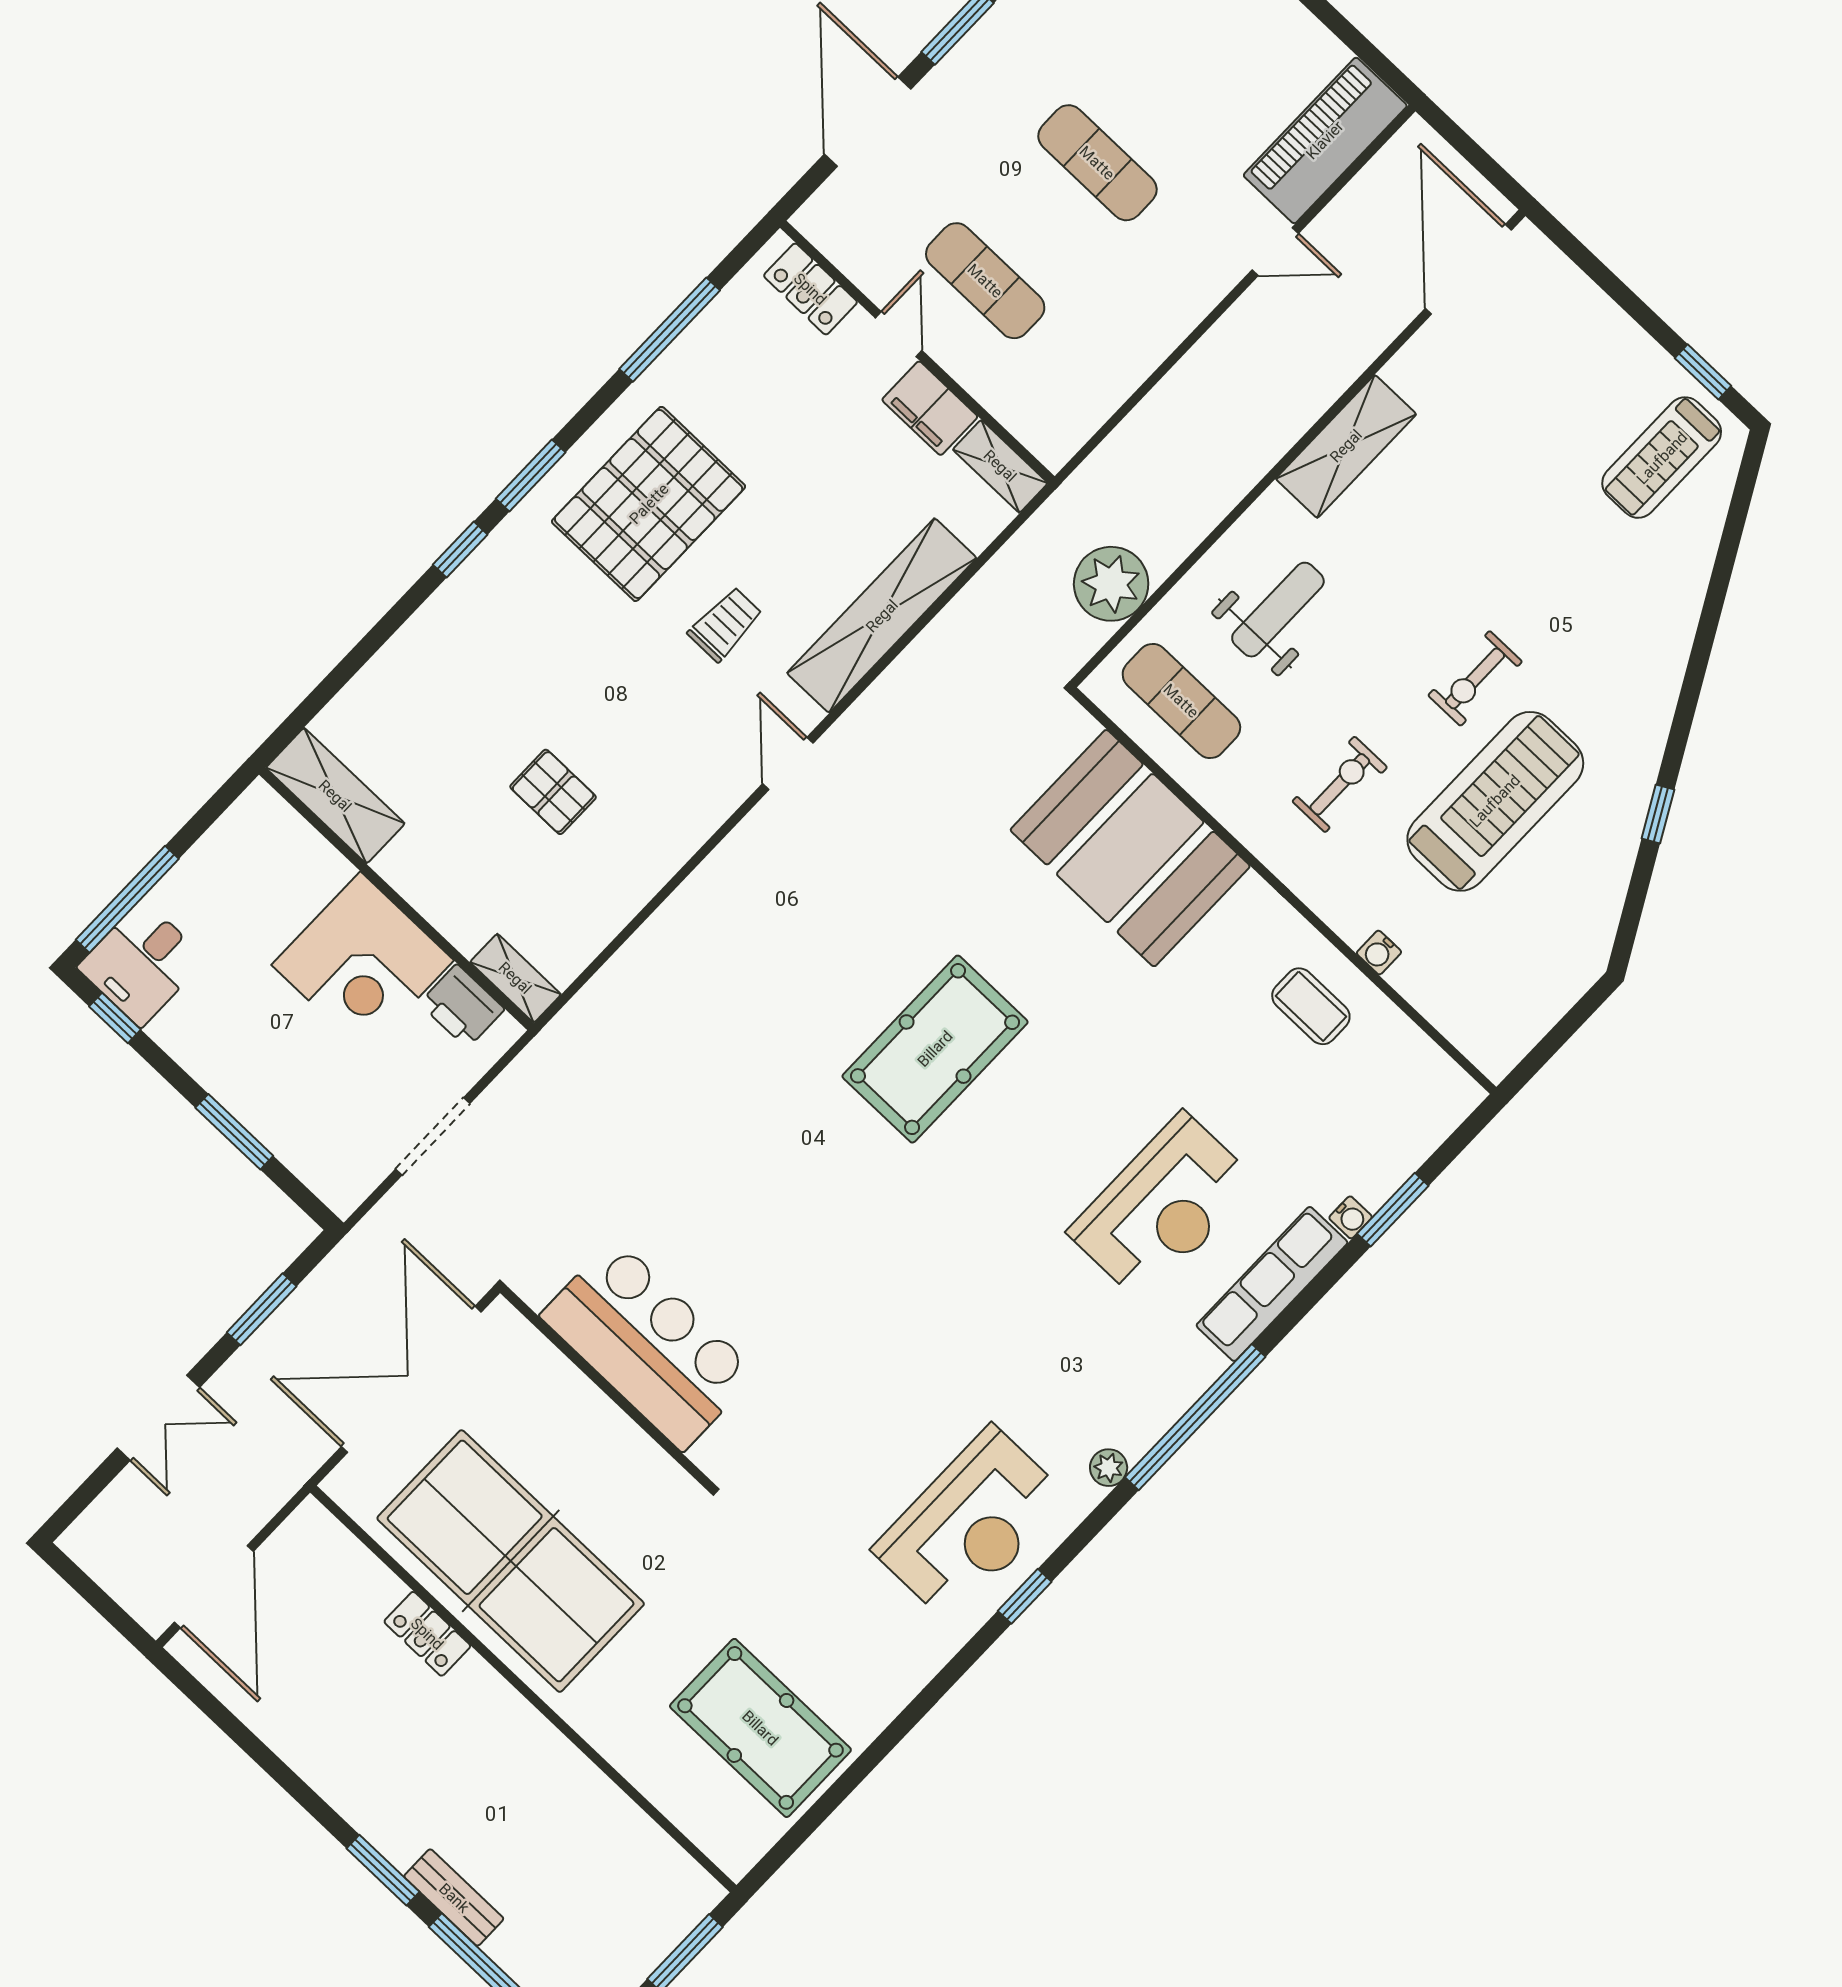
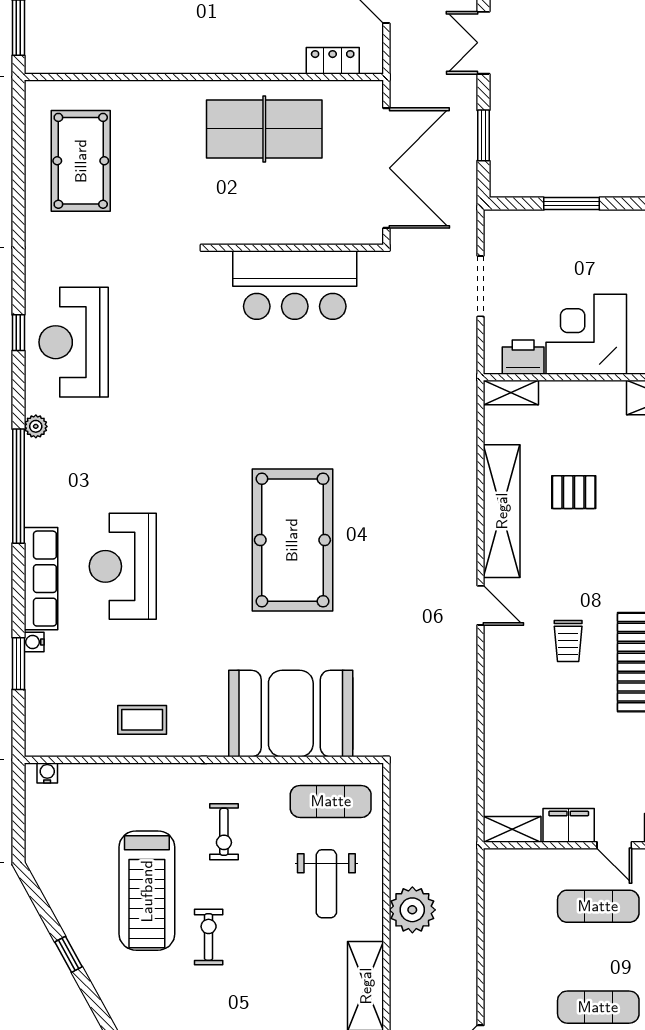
plant: (1111, 584) -> (412, 910), moved
shelving: (882, 616) -> (502, 511), moved
water cooler: (1379, 953) -> (47, 773), moved
pool table: (935, 1049) -> (292, 540), width x1.36, depth x1.32
table tennis table: (511, 1561) -> (264, 129), width x0.73, depth x0.76
locker: (427, 1634) -> (333, 61), moved
pool table: (760, 1728) -> (81, 161), turned 90

